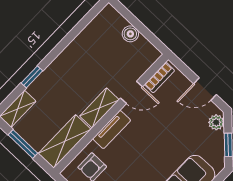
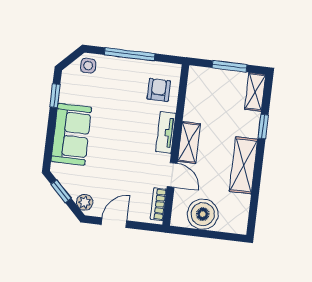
boiler: (130, 34) -> (203, 214), width x1.86, depth x1.86
door: (132, 92) -> (172, 175), swing flipped
shelving: (65, 141) -> (244, 165), moved

